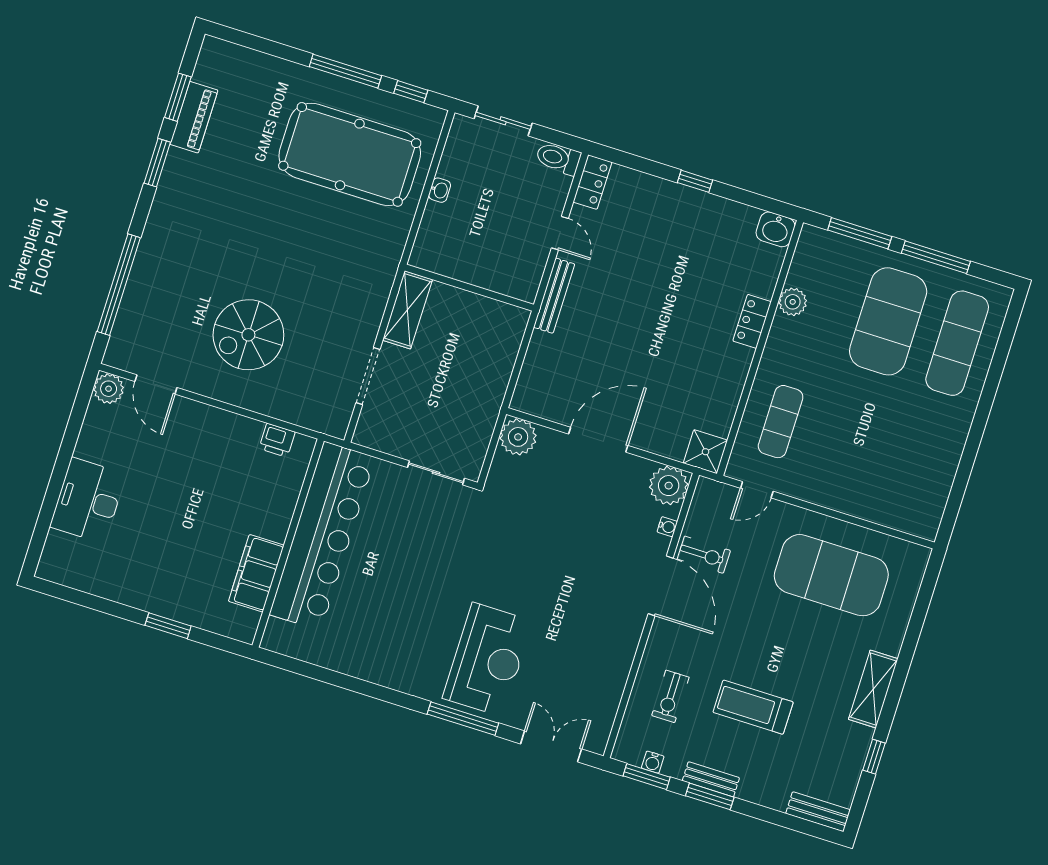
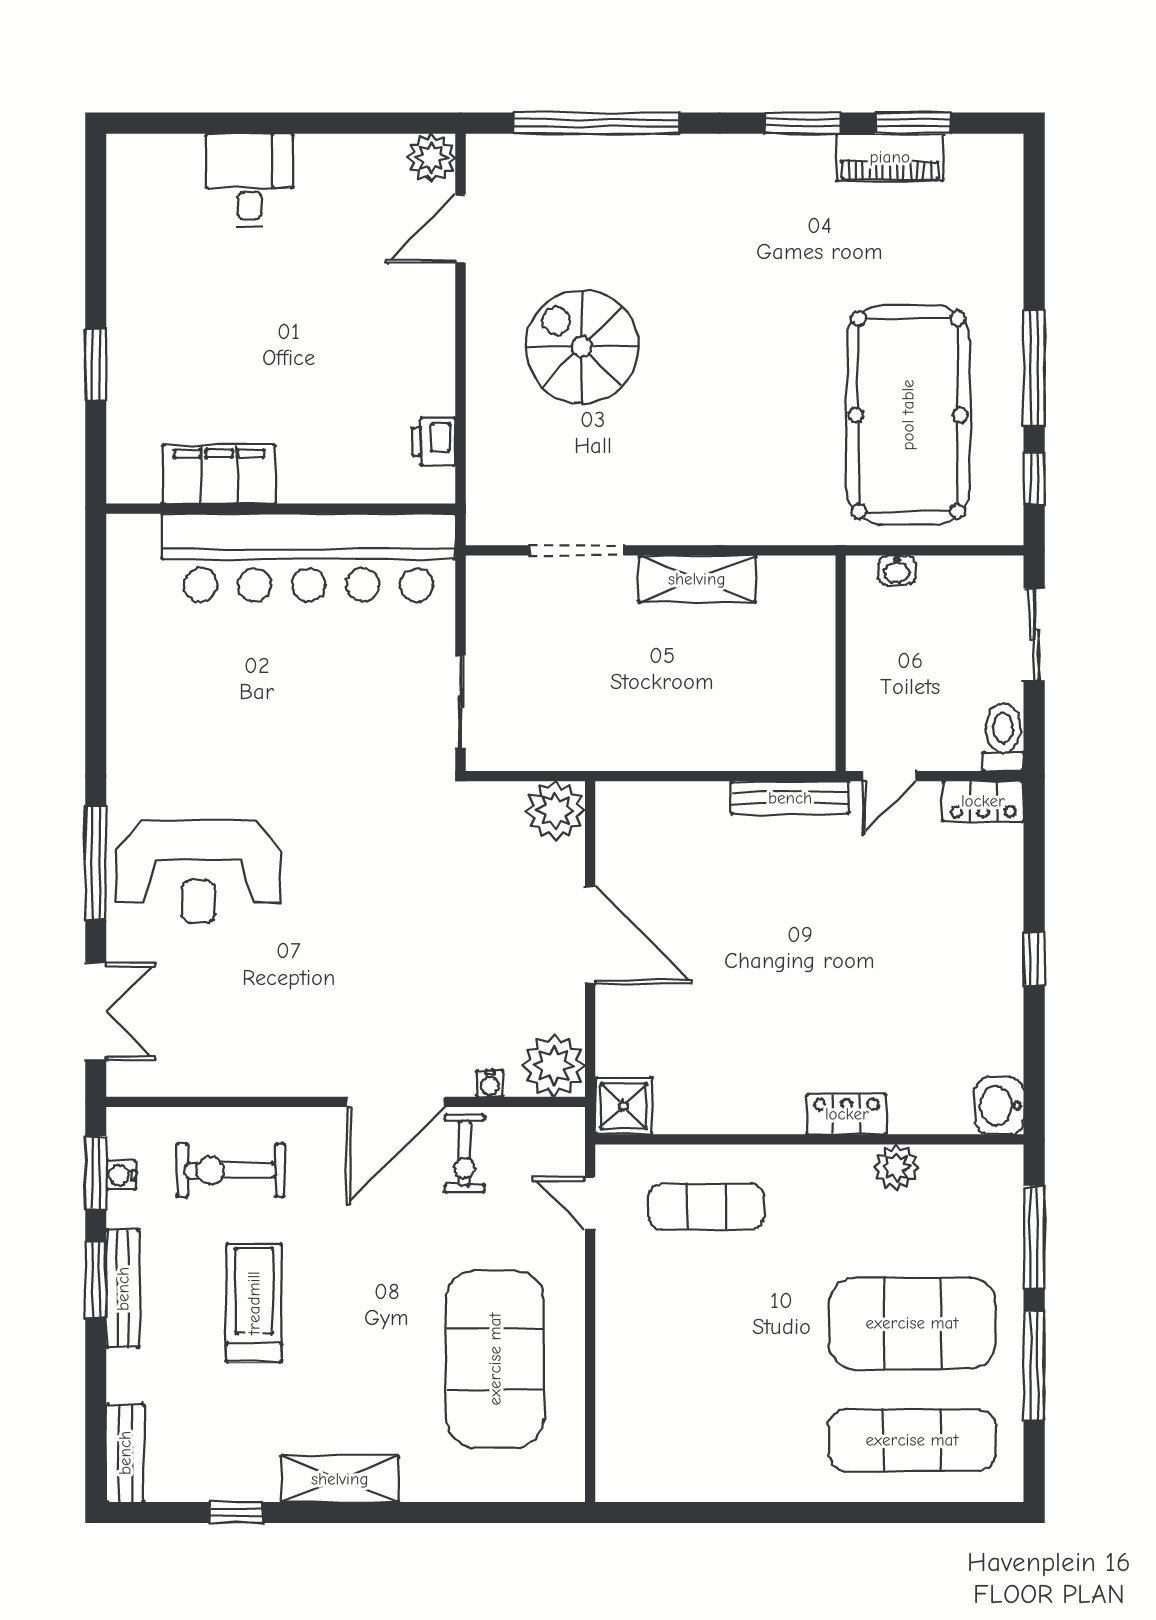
wall: (469, 288) -> (841, 663), moved
desk: (88, 500) -> (249, 180), width x0.73
exercise bike: (670, 696) -> (230, 1170), width x1.38, depth x1.39
bench: (711, 779) -> (123, 1289), width x1.36

